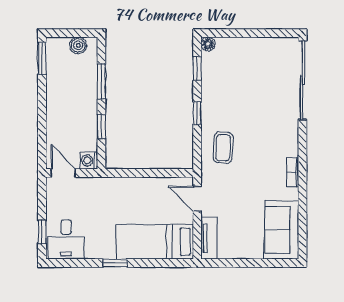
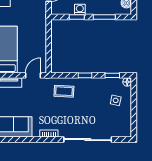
side table: (238, 63) -> (116, 100), added
sliding door: (302, 80) -> (88, 140), moved
washing machine: (89, 160) -> (80, 9), moved

